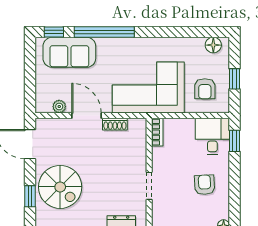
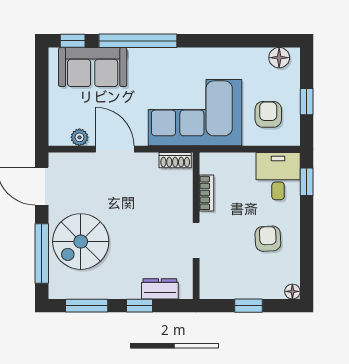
armchair: (205, 89) -> (268, 114), turned 180
shoe rack: (115, 124) -> (175, 160), moved
bookcase: (157, 132) -> (207, 193), moved
spiral stairs: (60, 187) -> (81, 242), turned 90
window: (30, 196) -> (42, 254), width x2.17

